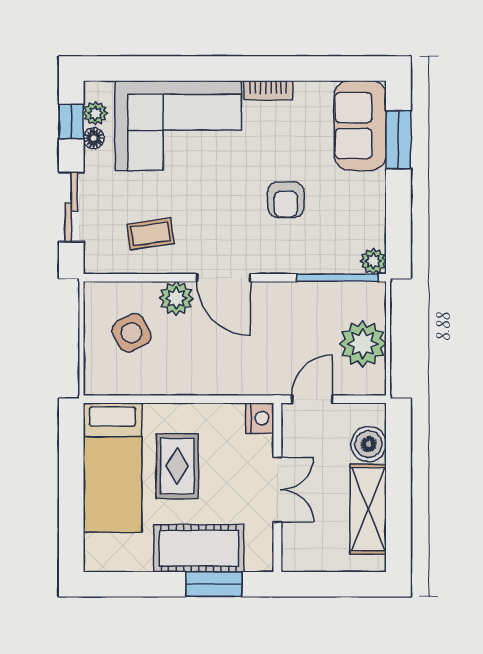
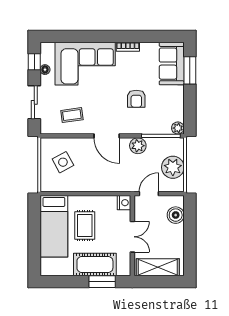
plant: (95, 113) -> (46, 58), removed
plant: (176, 298) -> (138, 146), moved
shelving: (368, 509) -> (158, 267), moved, turned 90

